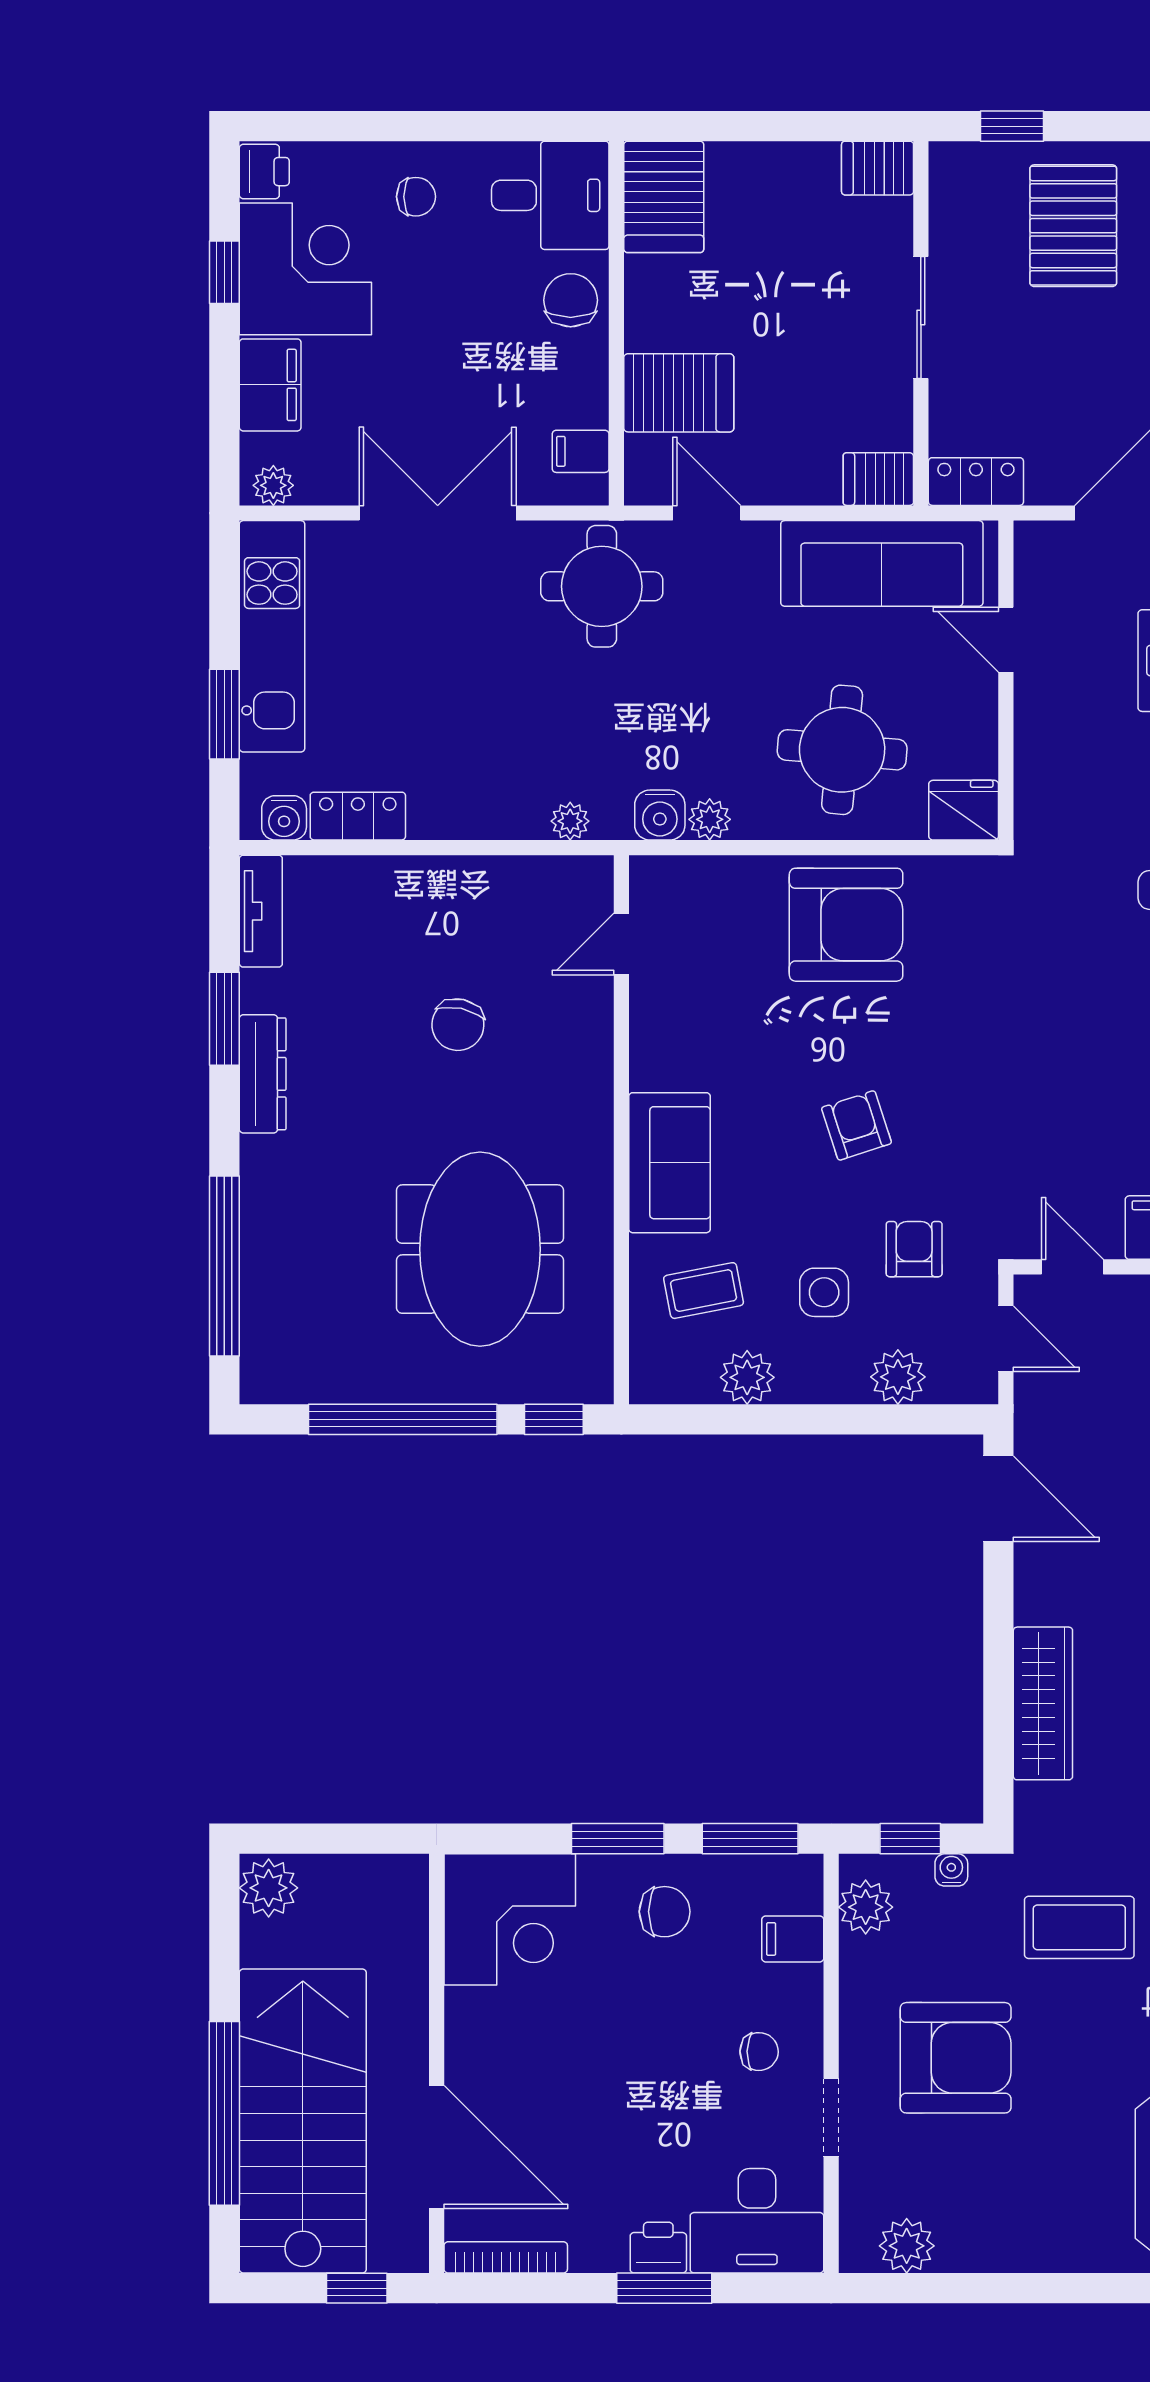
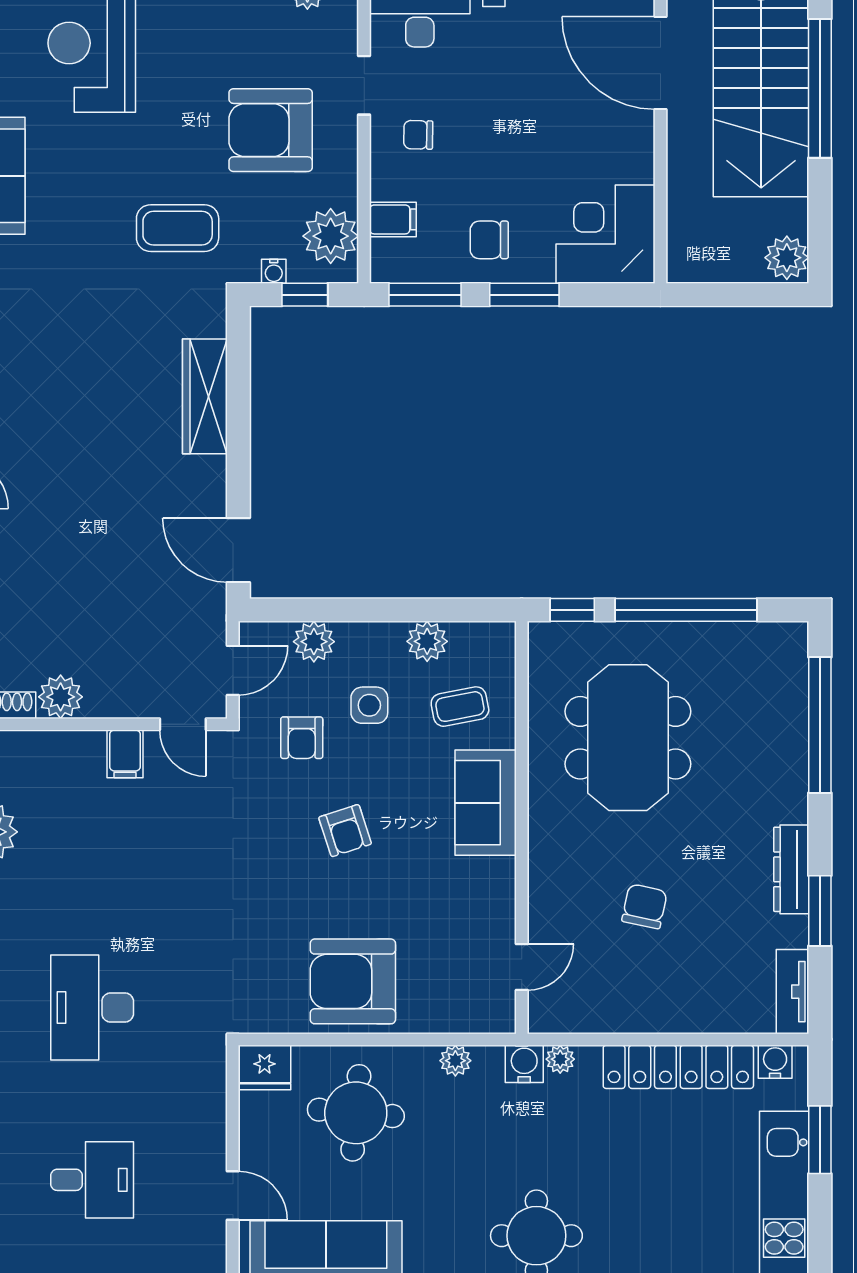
water cooler: (660, 815) -> (524, 1064), moved
locker: (358, 816) -> (678, 1067), width x2.16, depth x1.21
door: (1006, 1339) -> (233, 670), swing flipped
plant: (866, 1907) -> (331, 236), width x1.36, depth x1.36

